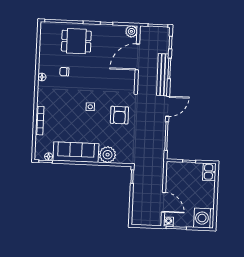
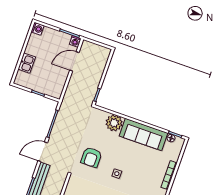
armchair: (119, 115) -> (91, 157), turned 180
kitchen sink: (209, 172) -> (27, 63), moved
door: (164, 202) -> (74, 61), hinge flipped
washing machine: (204, 218) -> (37, 29), width x0.53, depth x0.53

